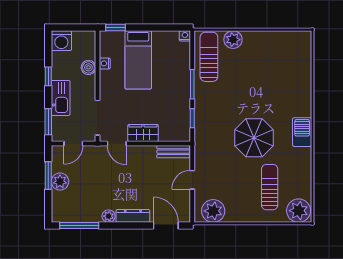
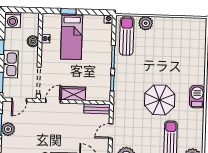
window: (115, 27) -> (68, 11), moved
door: (117, 144) -> (53, 101), swing flipped

